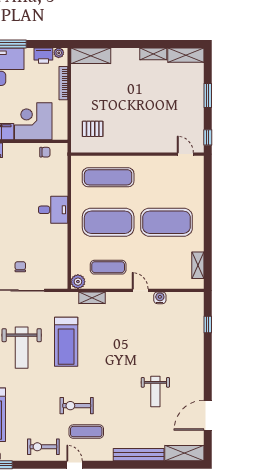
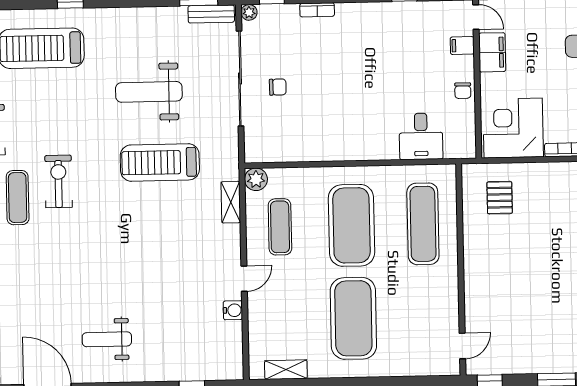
corner desk: (33, 121) -> (513, 128), moved, turned -90
chair: (45, 152) -> (463, 91), moved
desk: (53, 210) -> (421, 136), moved
weight bench: (155, 392) -> (107, 339), moved

